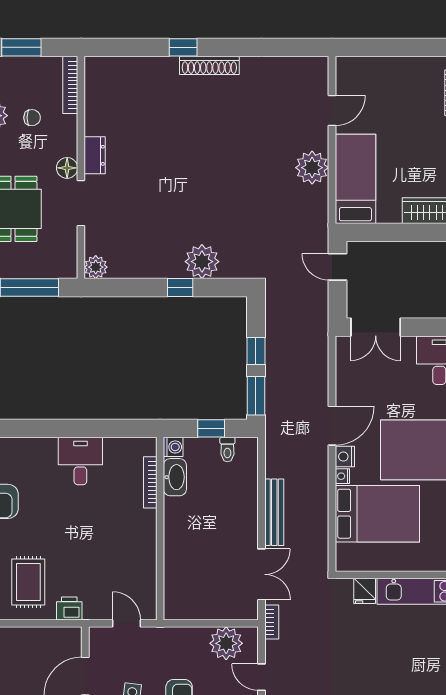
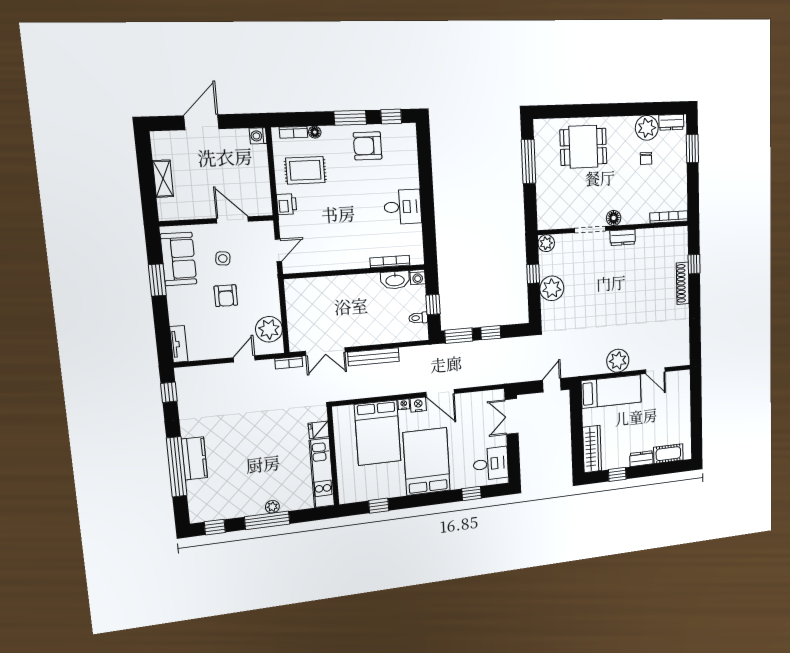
bookcase: (70, 85) -> (669, 217), moved
dresser: (95, 155) -> (623, 237), moved
wall: (81, 167) -> (614, 228), moved
floor lamp: (67, 168) -> (614, 218), moved
doorway: (81, 203) -> (590, 229), moved
plant: (96, 267) -> (546, 243), moved

